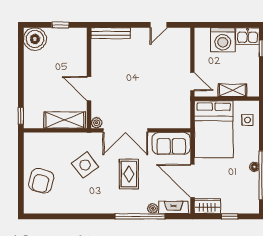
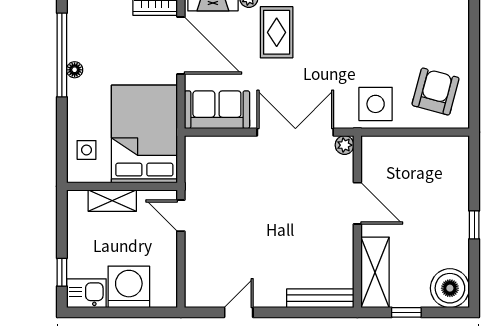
window: (21, 116) -> (474, 225), moved
shelving: (65, 120) -> (375, 272), moved, turned 90
side table: (85, 165) -> (376, 104), moved, turned 36
rug: (129, 174) -> (277, 32), moved
armchair: (41, 181) -> (436, 91), moved

